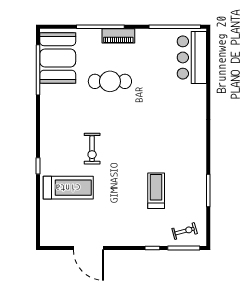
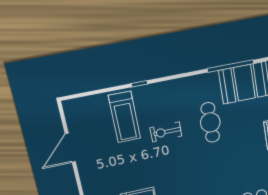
cafe table: (110, 81) -> (210, 122), moved

